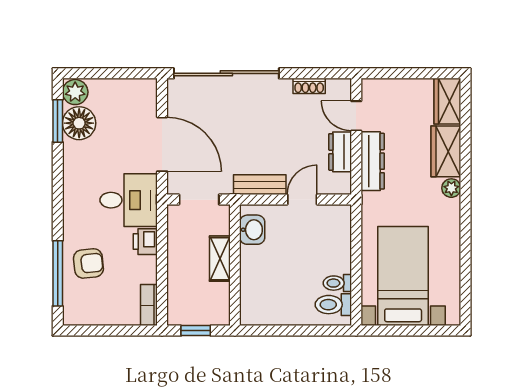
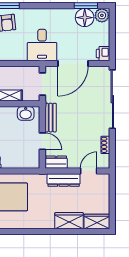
dresser: (340, 152) -> (56, 162), moved
plant: (451, 188) -> (49, 224), removed
printer: (145, 242) -> (103, 54), moved, turned -90

